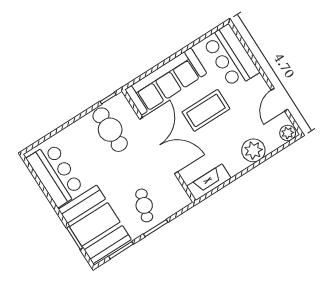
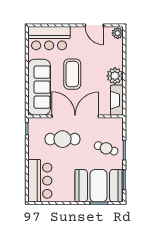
cafe table: (110, 130) -> (63, 139), moved
plant: (253, 150) -> (115, 76), moved
bar counter: (55, 174) -> (40, 181), moved, turned 90

